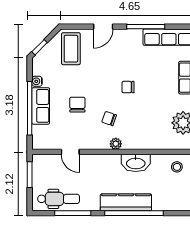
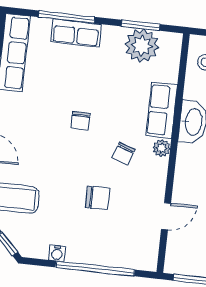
chair: (77, 105) -> (98, 198), turned 180
row of seats: (41, 106) -> (162, 110), moved, turned -90

